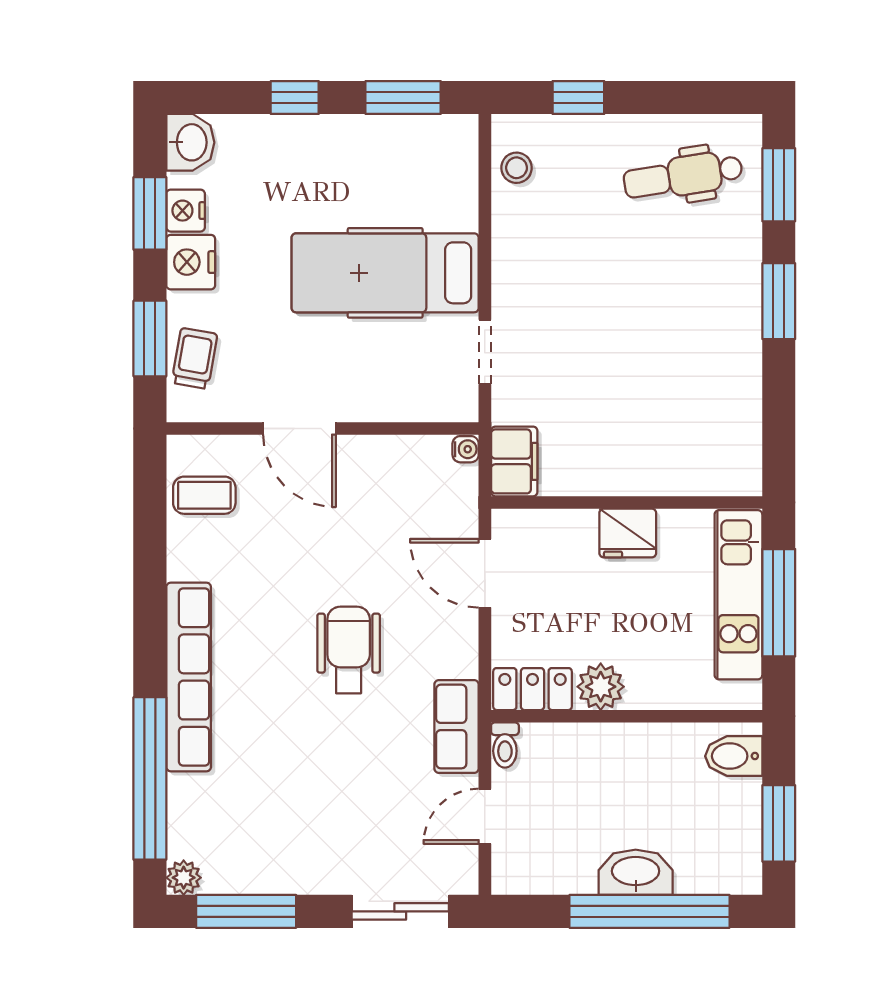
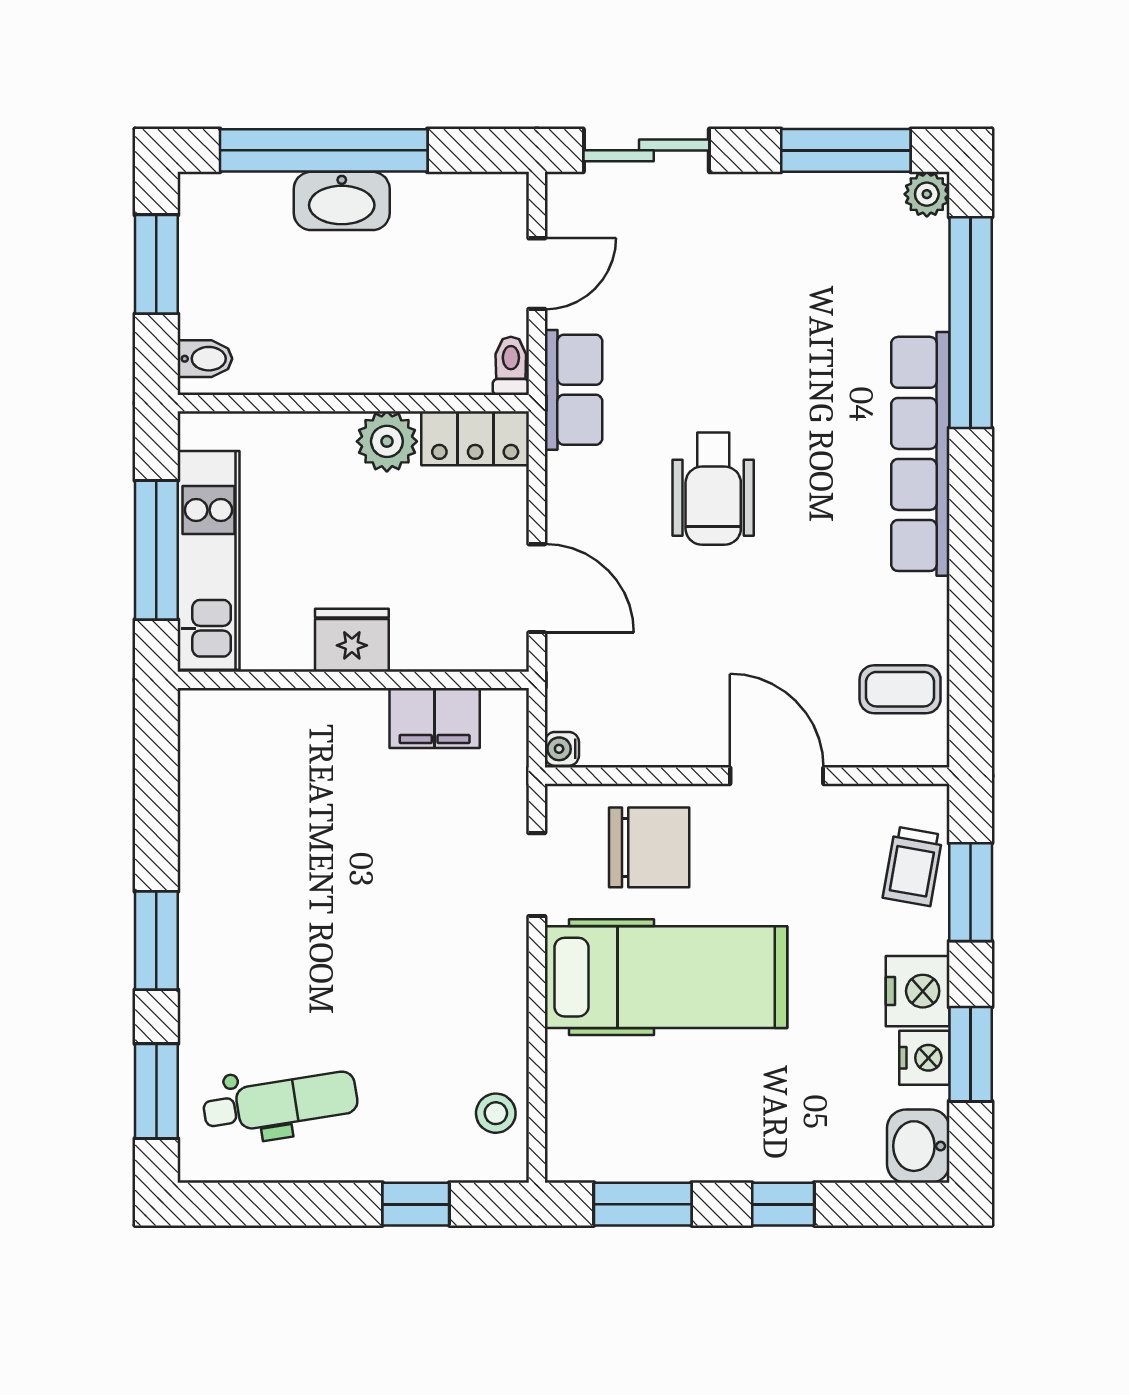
chair: (398, 373) -> (649, 847), added
filing cabinet: (514, 461) -> (435, 718), moved, turned -90
bidet: (734, 756) -> (205, 359), width x0.72, depth x0.74

